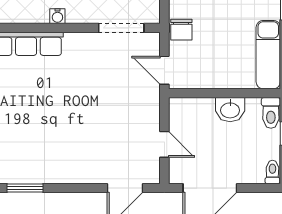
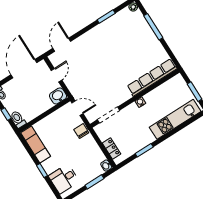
washbasin: (230, 110) -> (58, 96), moved
door: (164, 144) -> (56, 75), swing flipped

